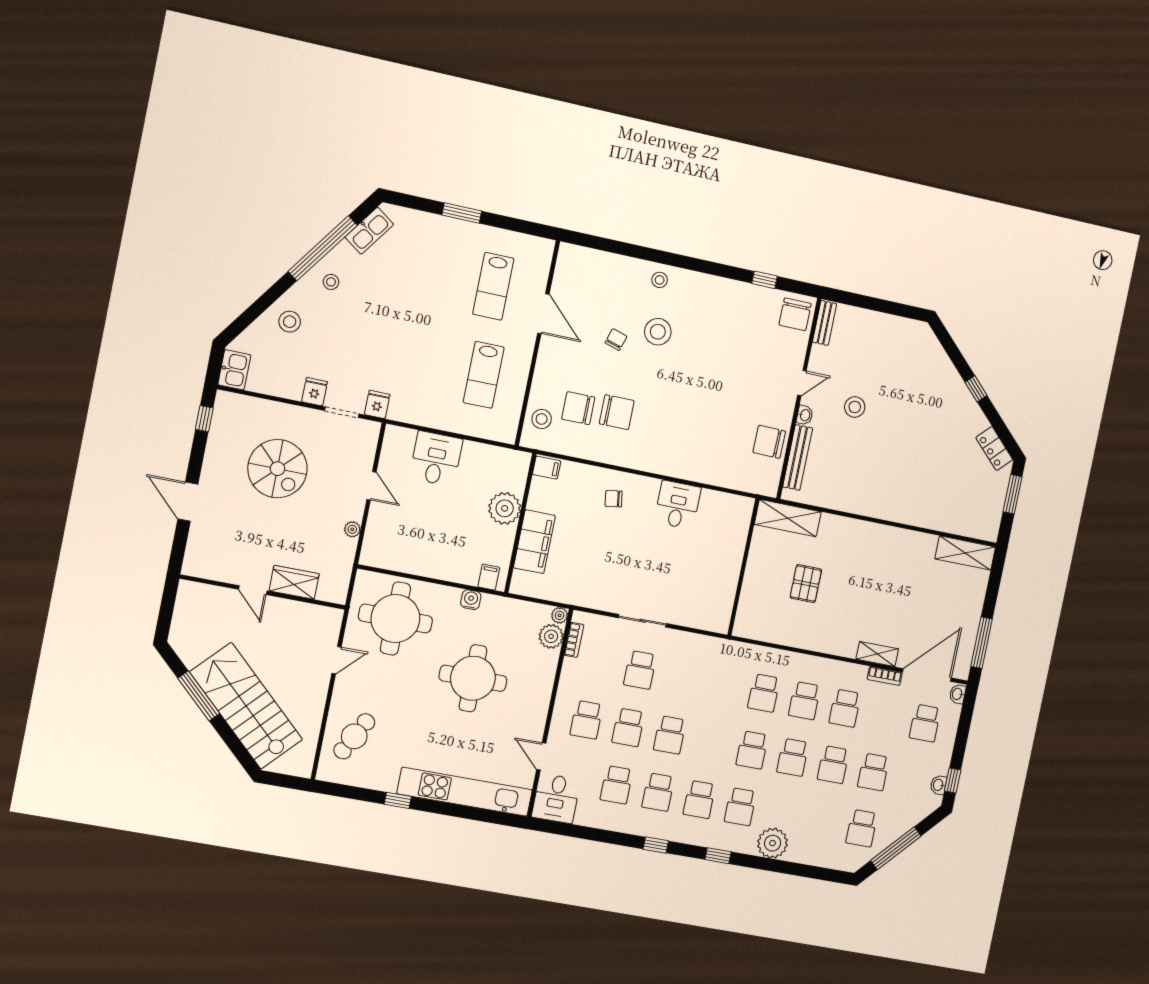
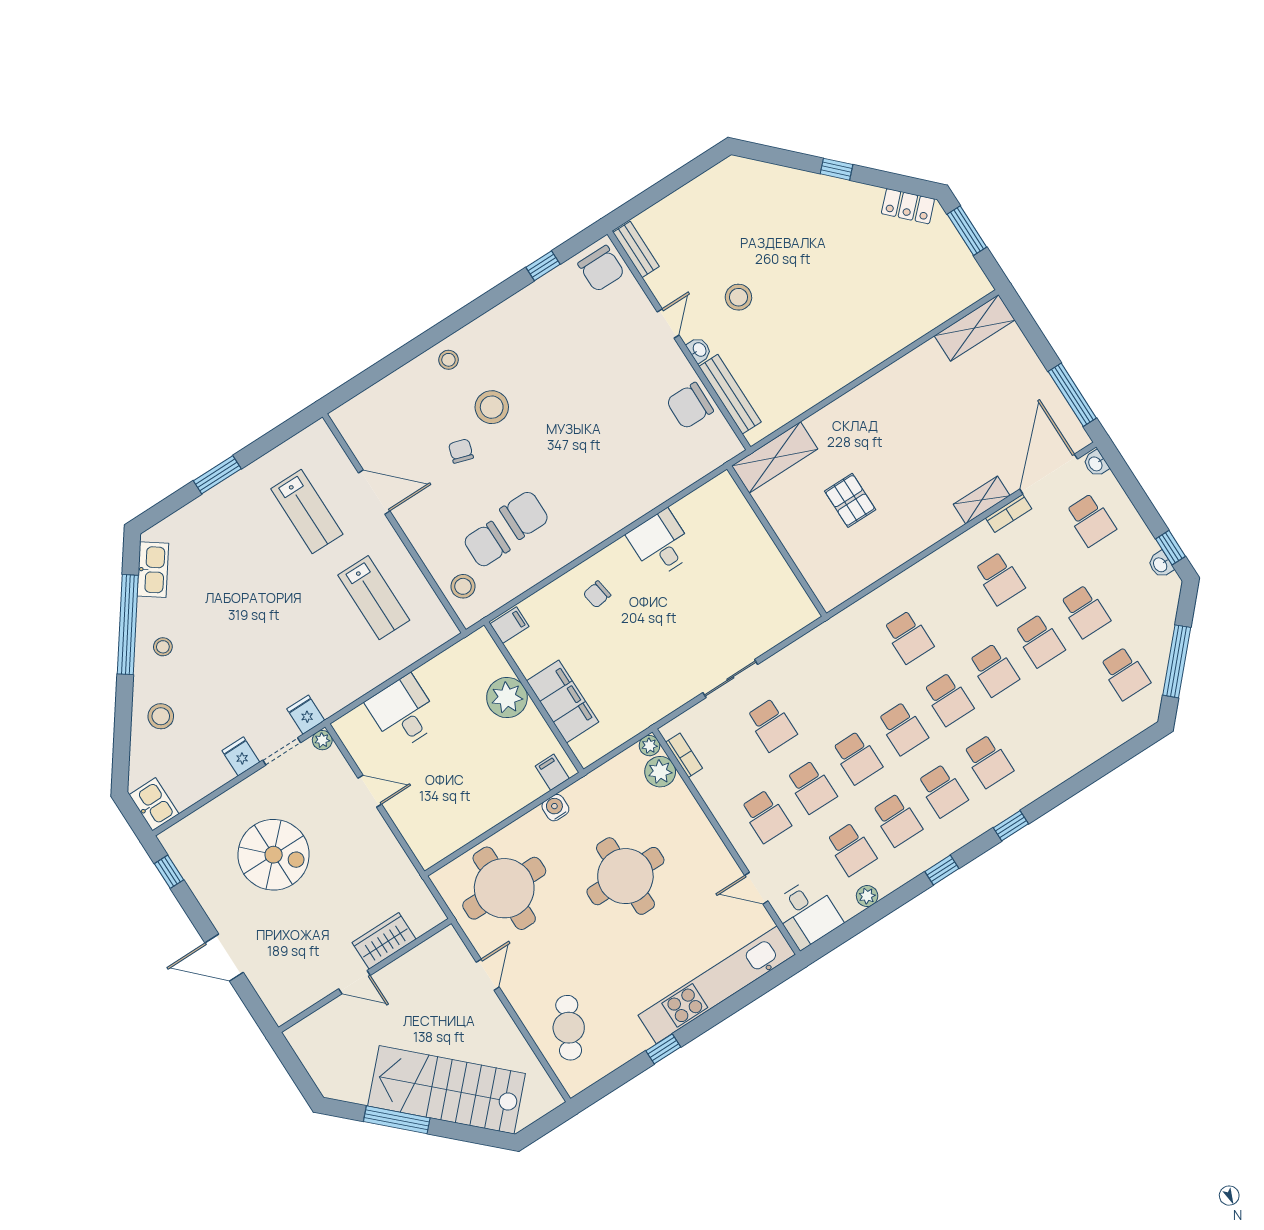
plant: (352, 529) -> (322, 740), moved
school desk: (805, 701) -> (903, 728), moved
plant: (773, 843) -> (867, 896), moved, width x0.53, depth x0.53

